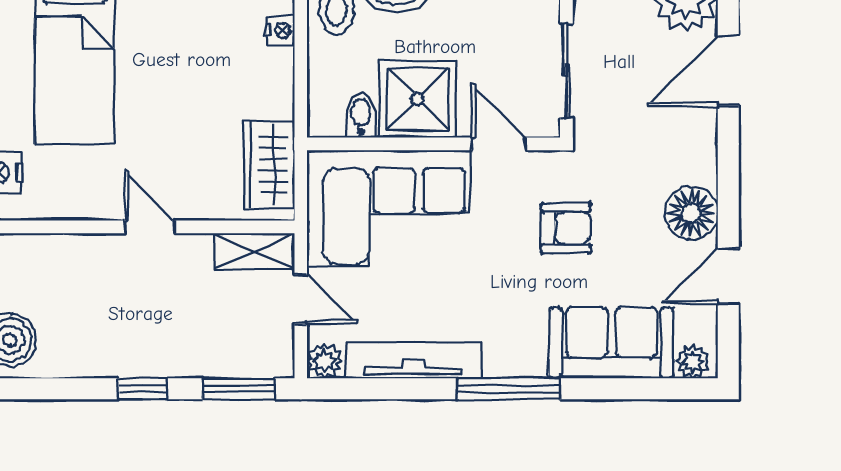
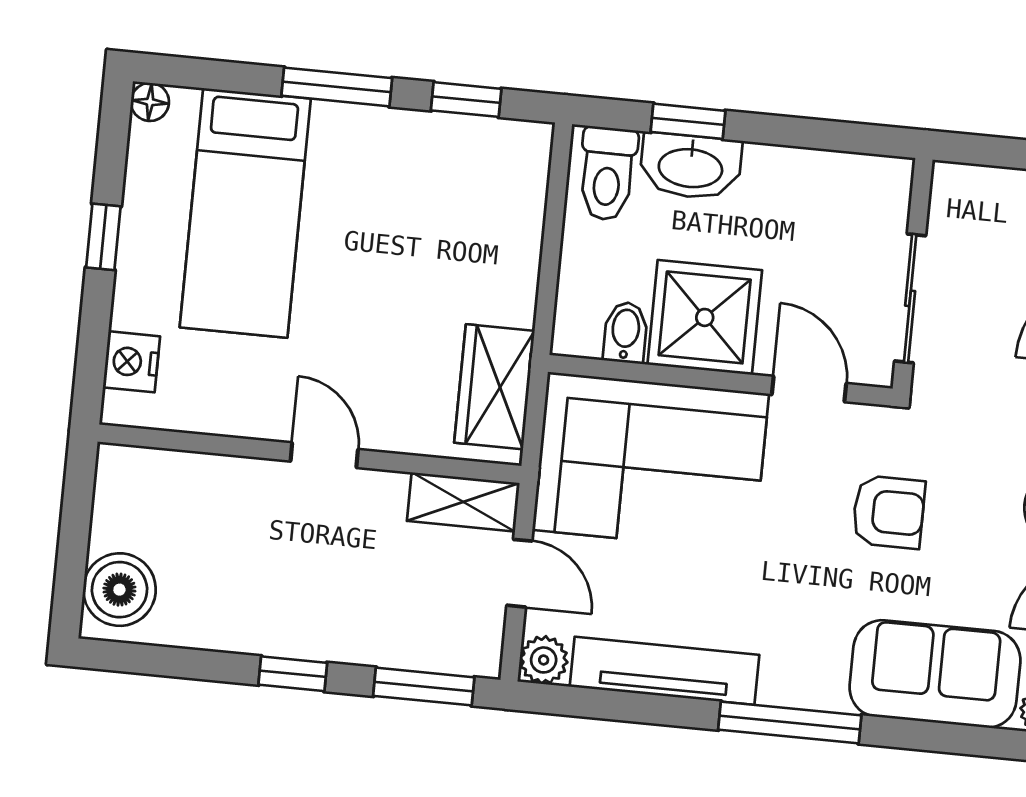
nightstand: (280, 30) -> (528, 206), removed

